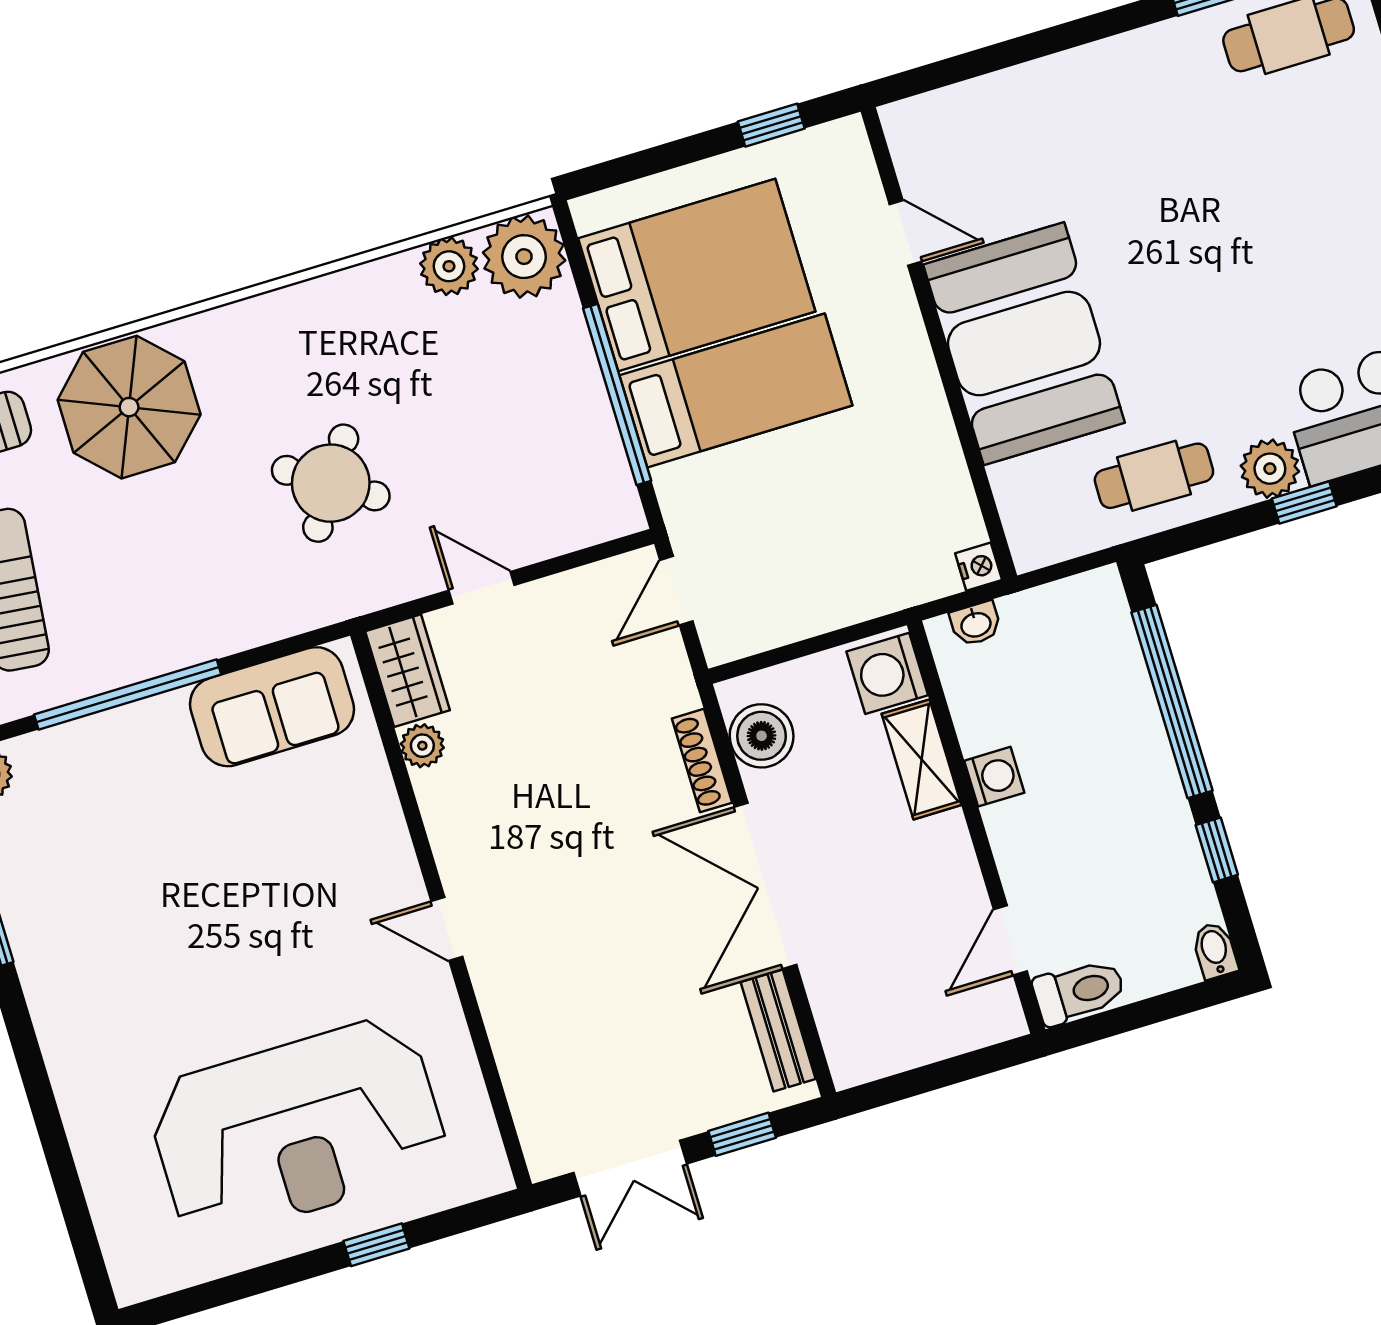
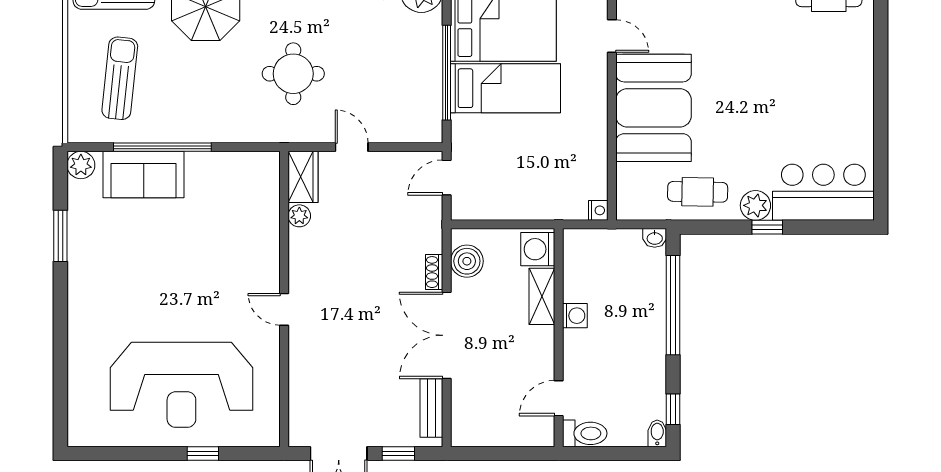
round table: (331, 483) -> (293, 74), turned -33
washbasin: (976, 624) -> (655, 238), moved
sofa: (272, 707) -> (144, 175), moved
shoe rack: (702, 761) -> (434, 272), width x0.70
window: (1217, 850) -> (673, 409), moved

